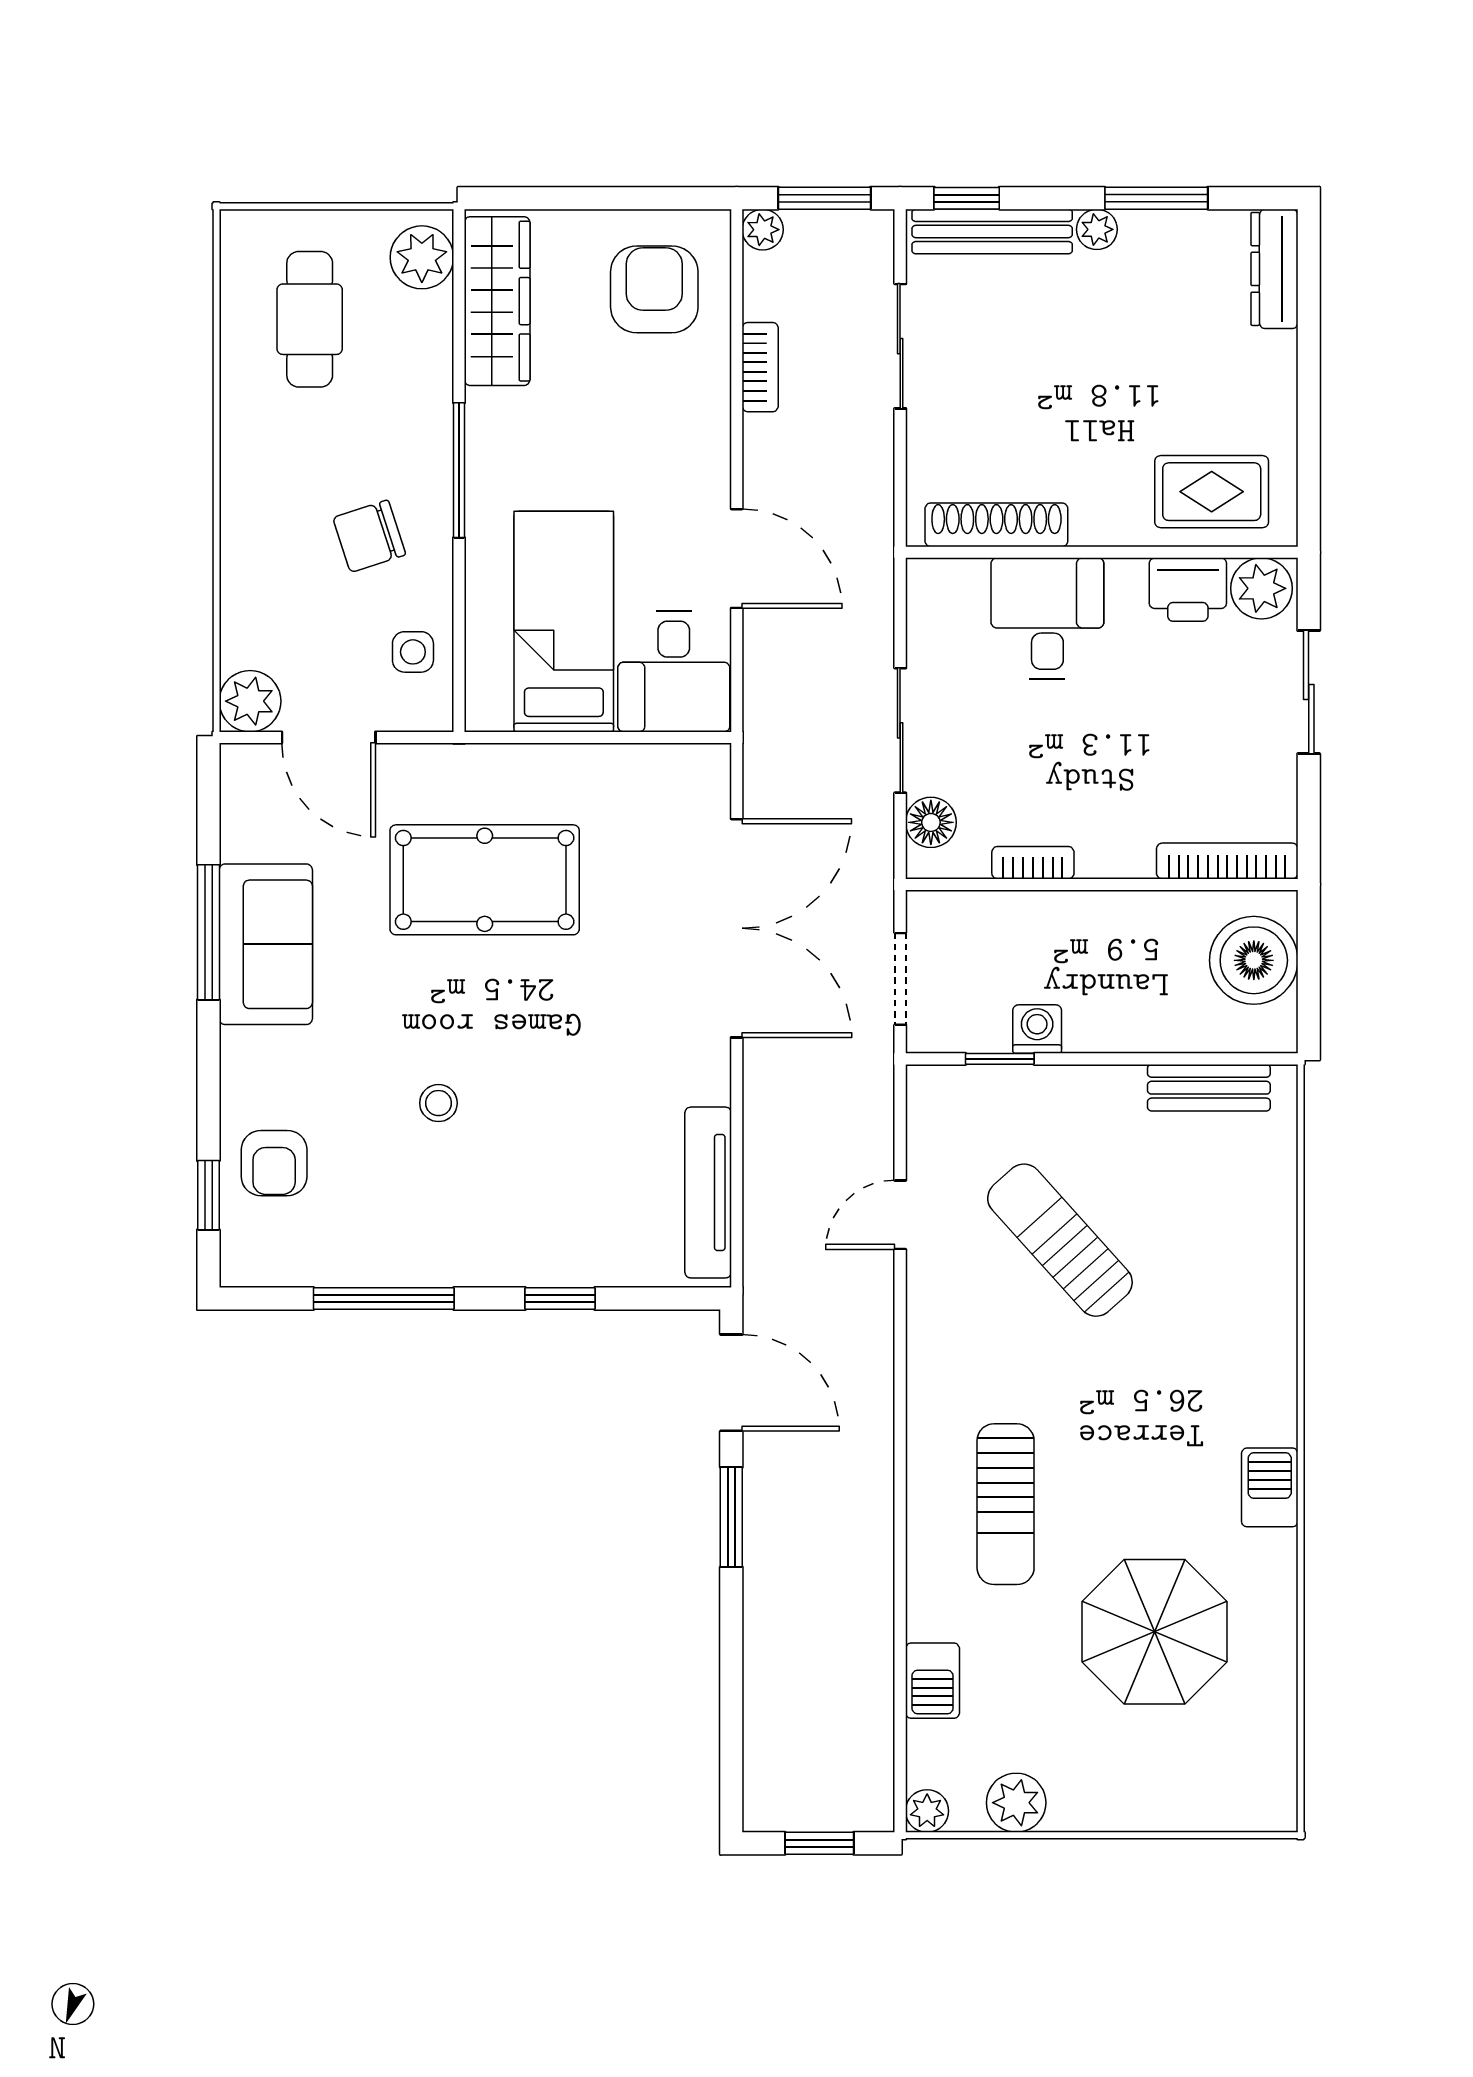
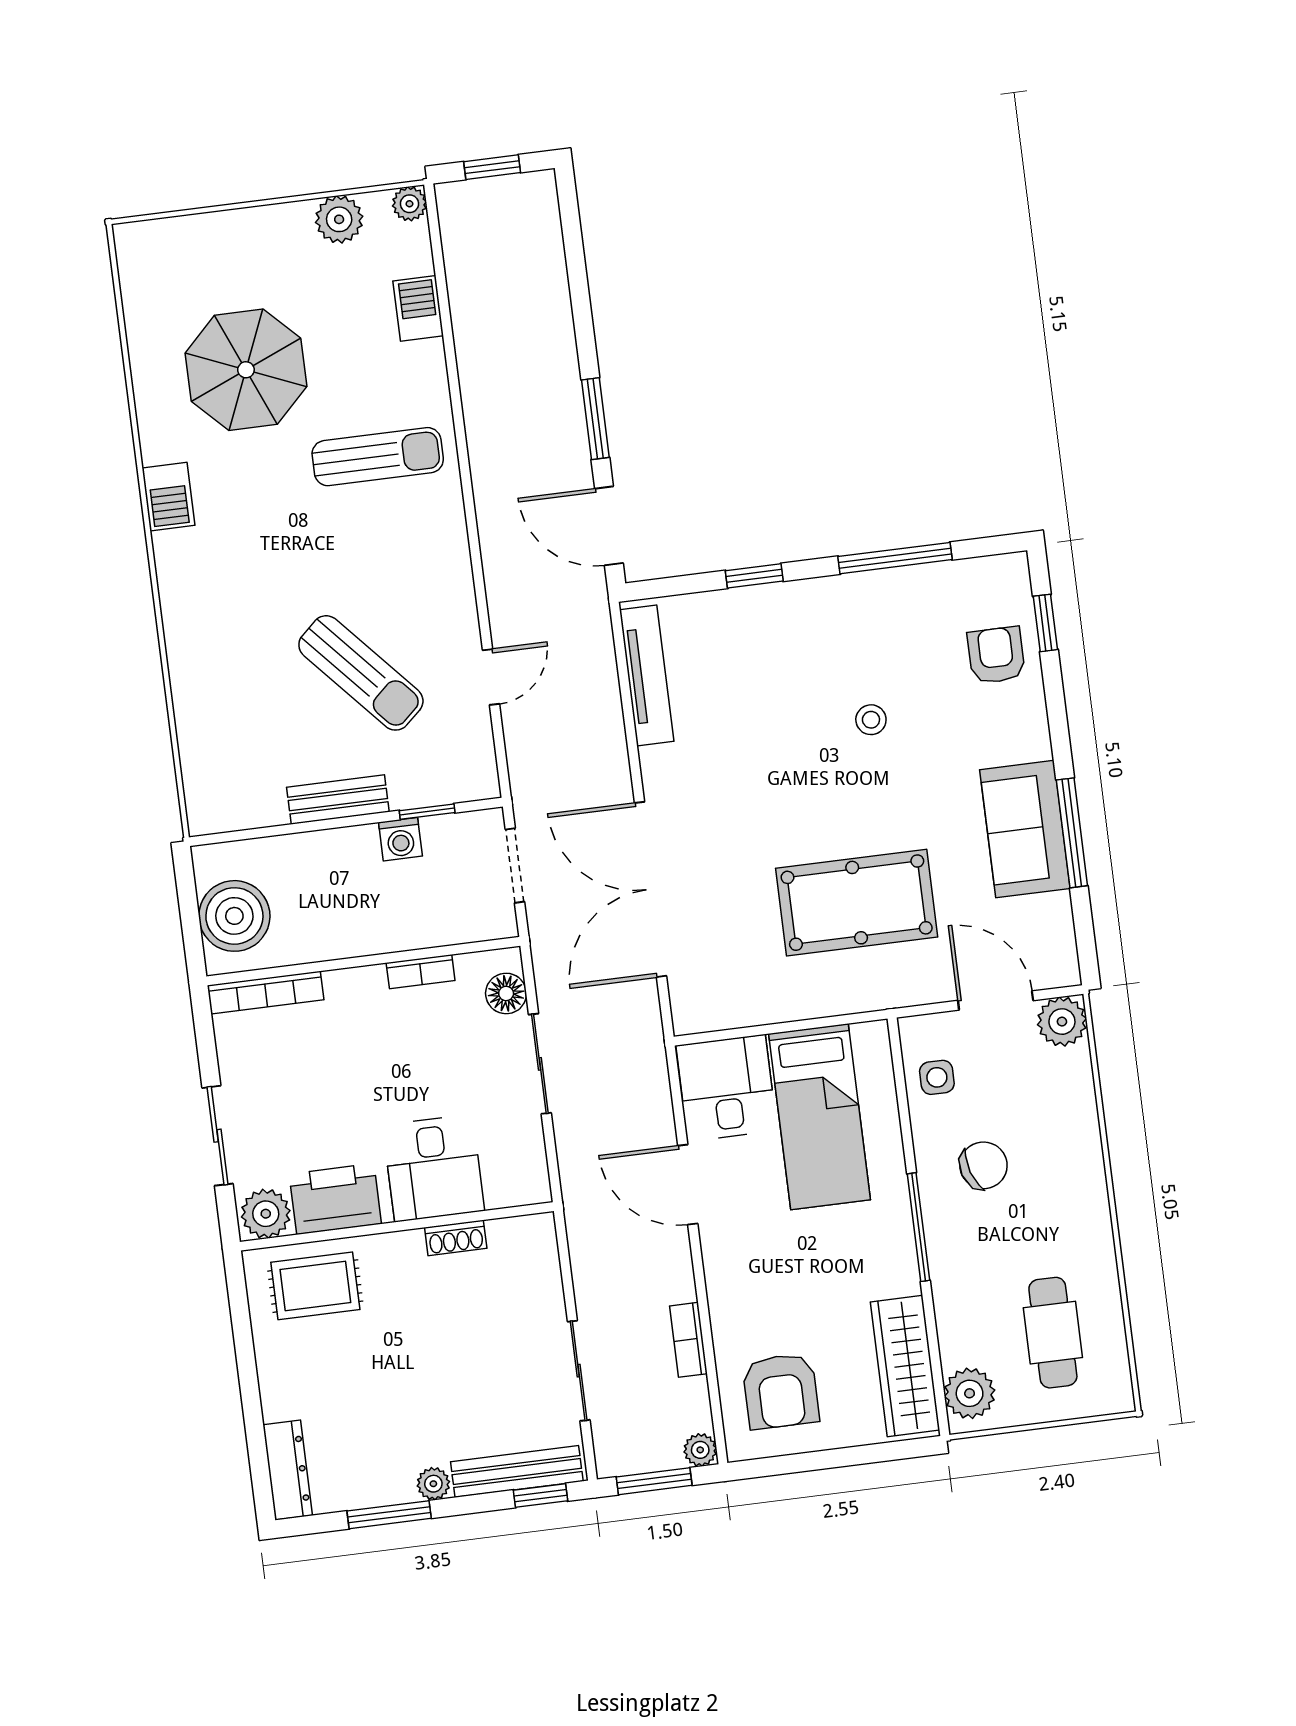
shoe rack: (996, 525) -> (456, 1238), width x0.51, depth x0.81
printer: (1188, 590) -> (335, 1199), width x1.37, depth x1.19
bench: (1209, 1088) -> (338, 800), moved
sun lounger: (1006, 1504) -> (378, 457), turned 90

